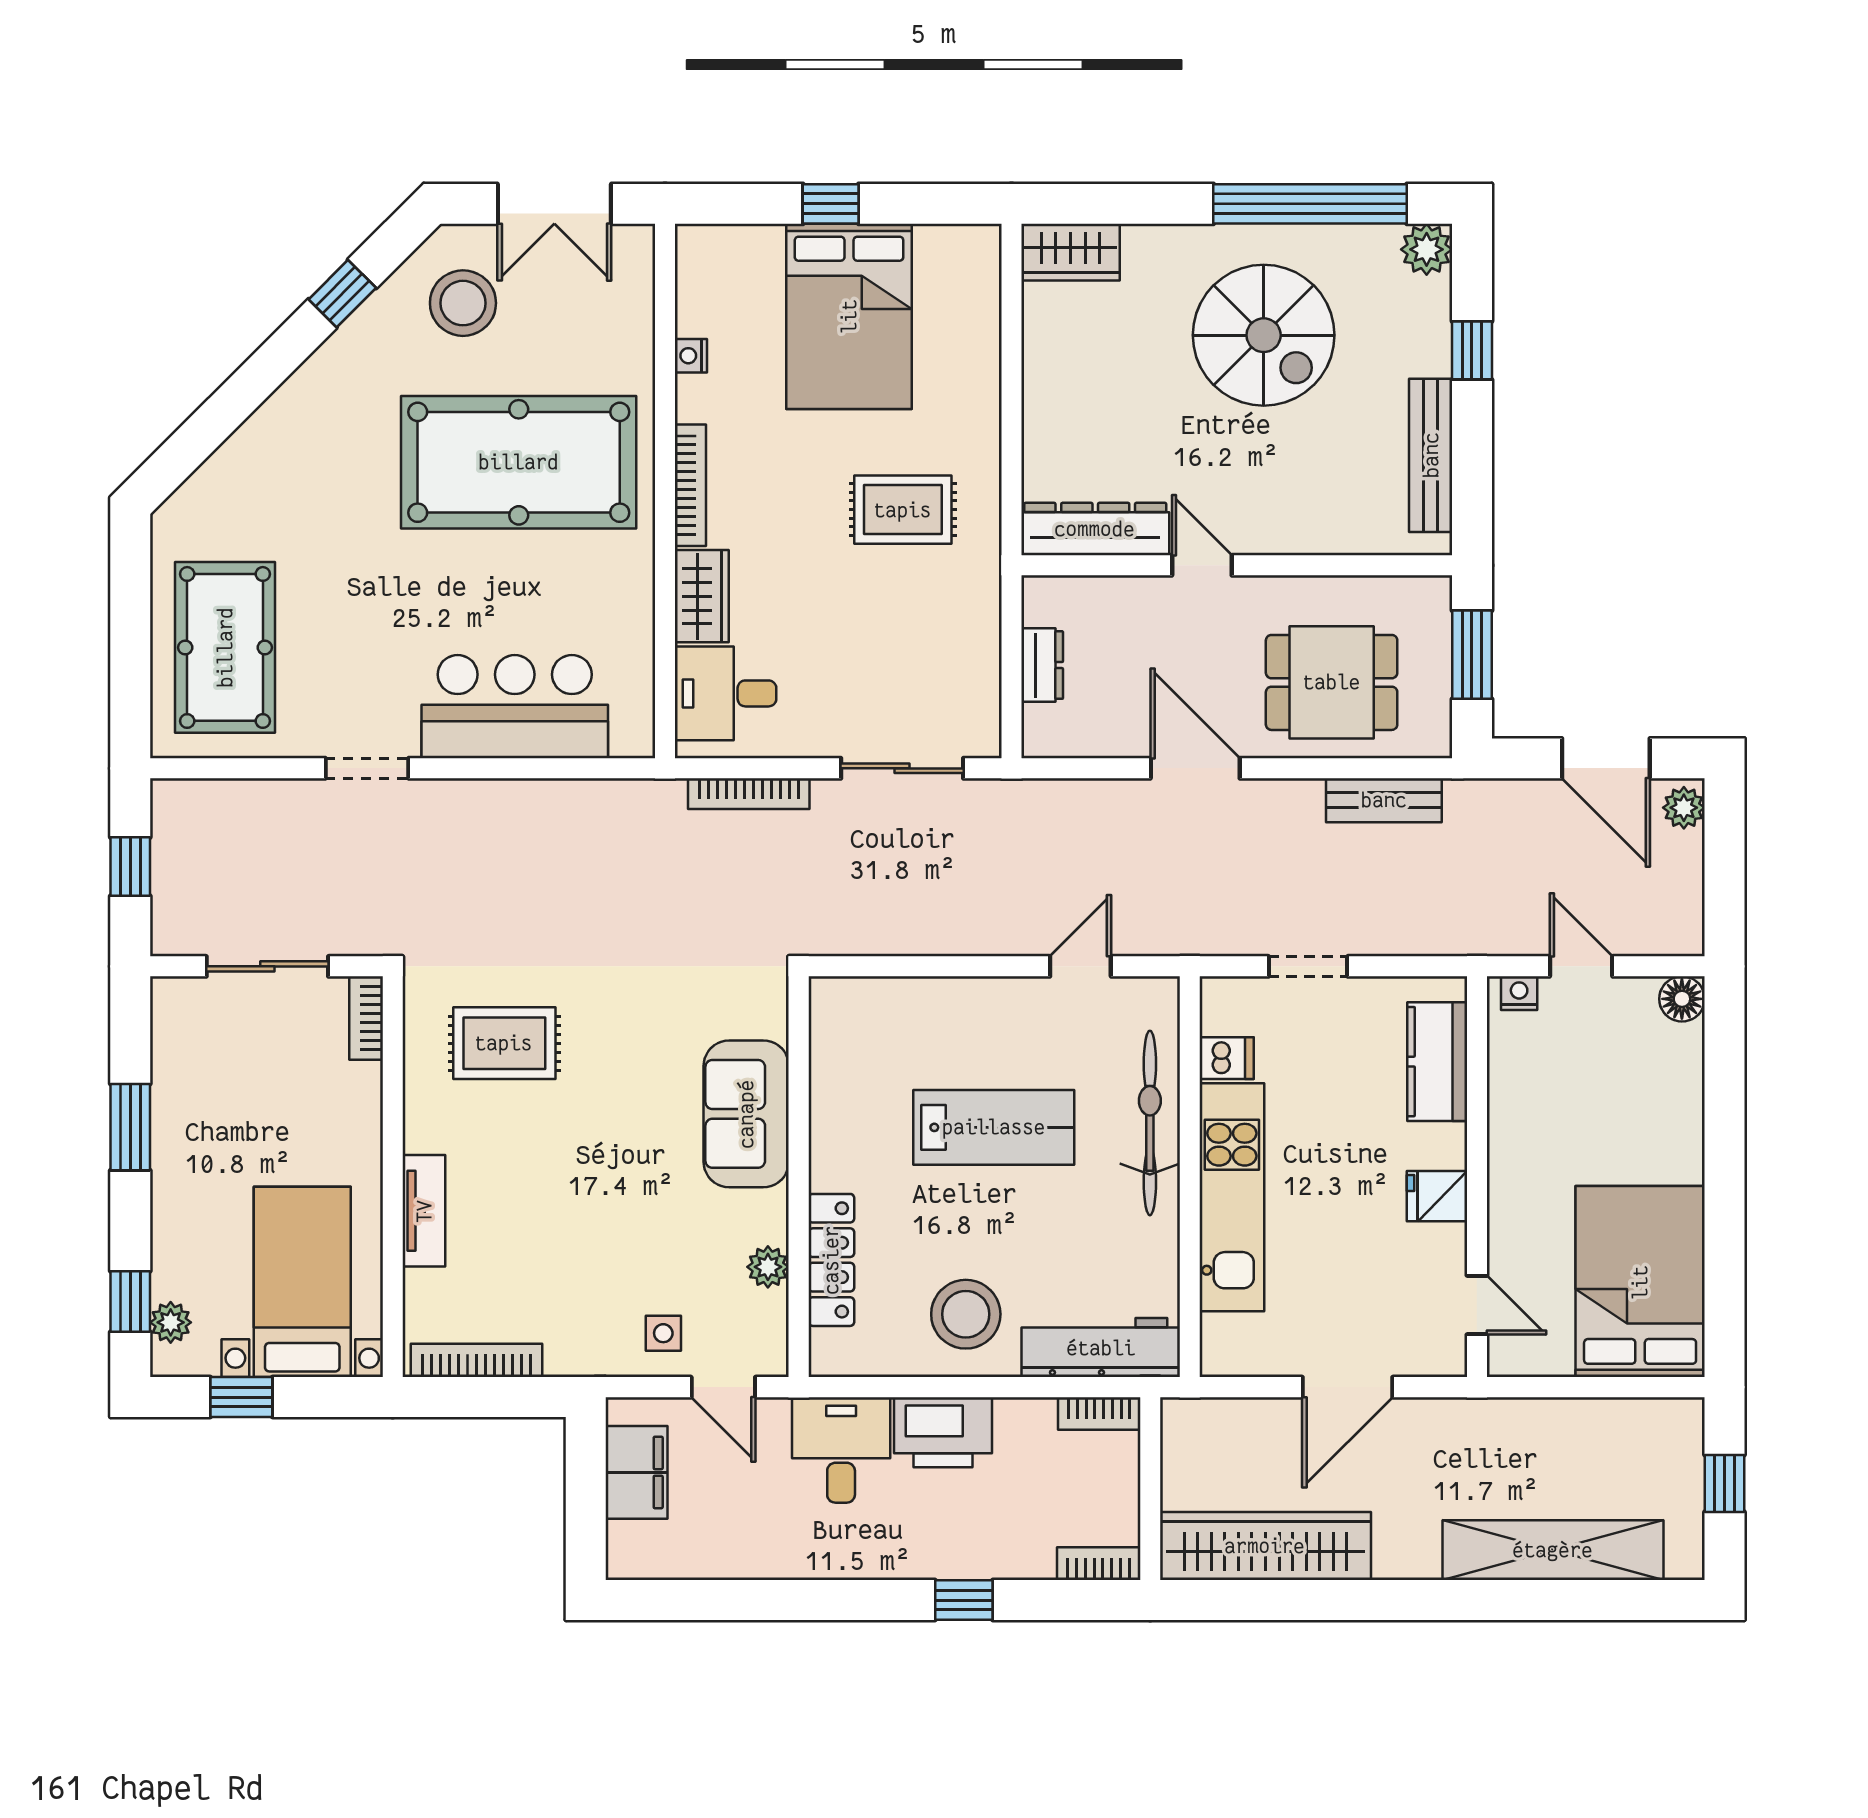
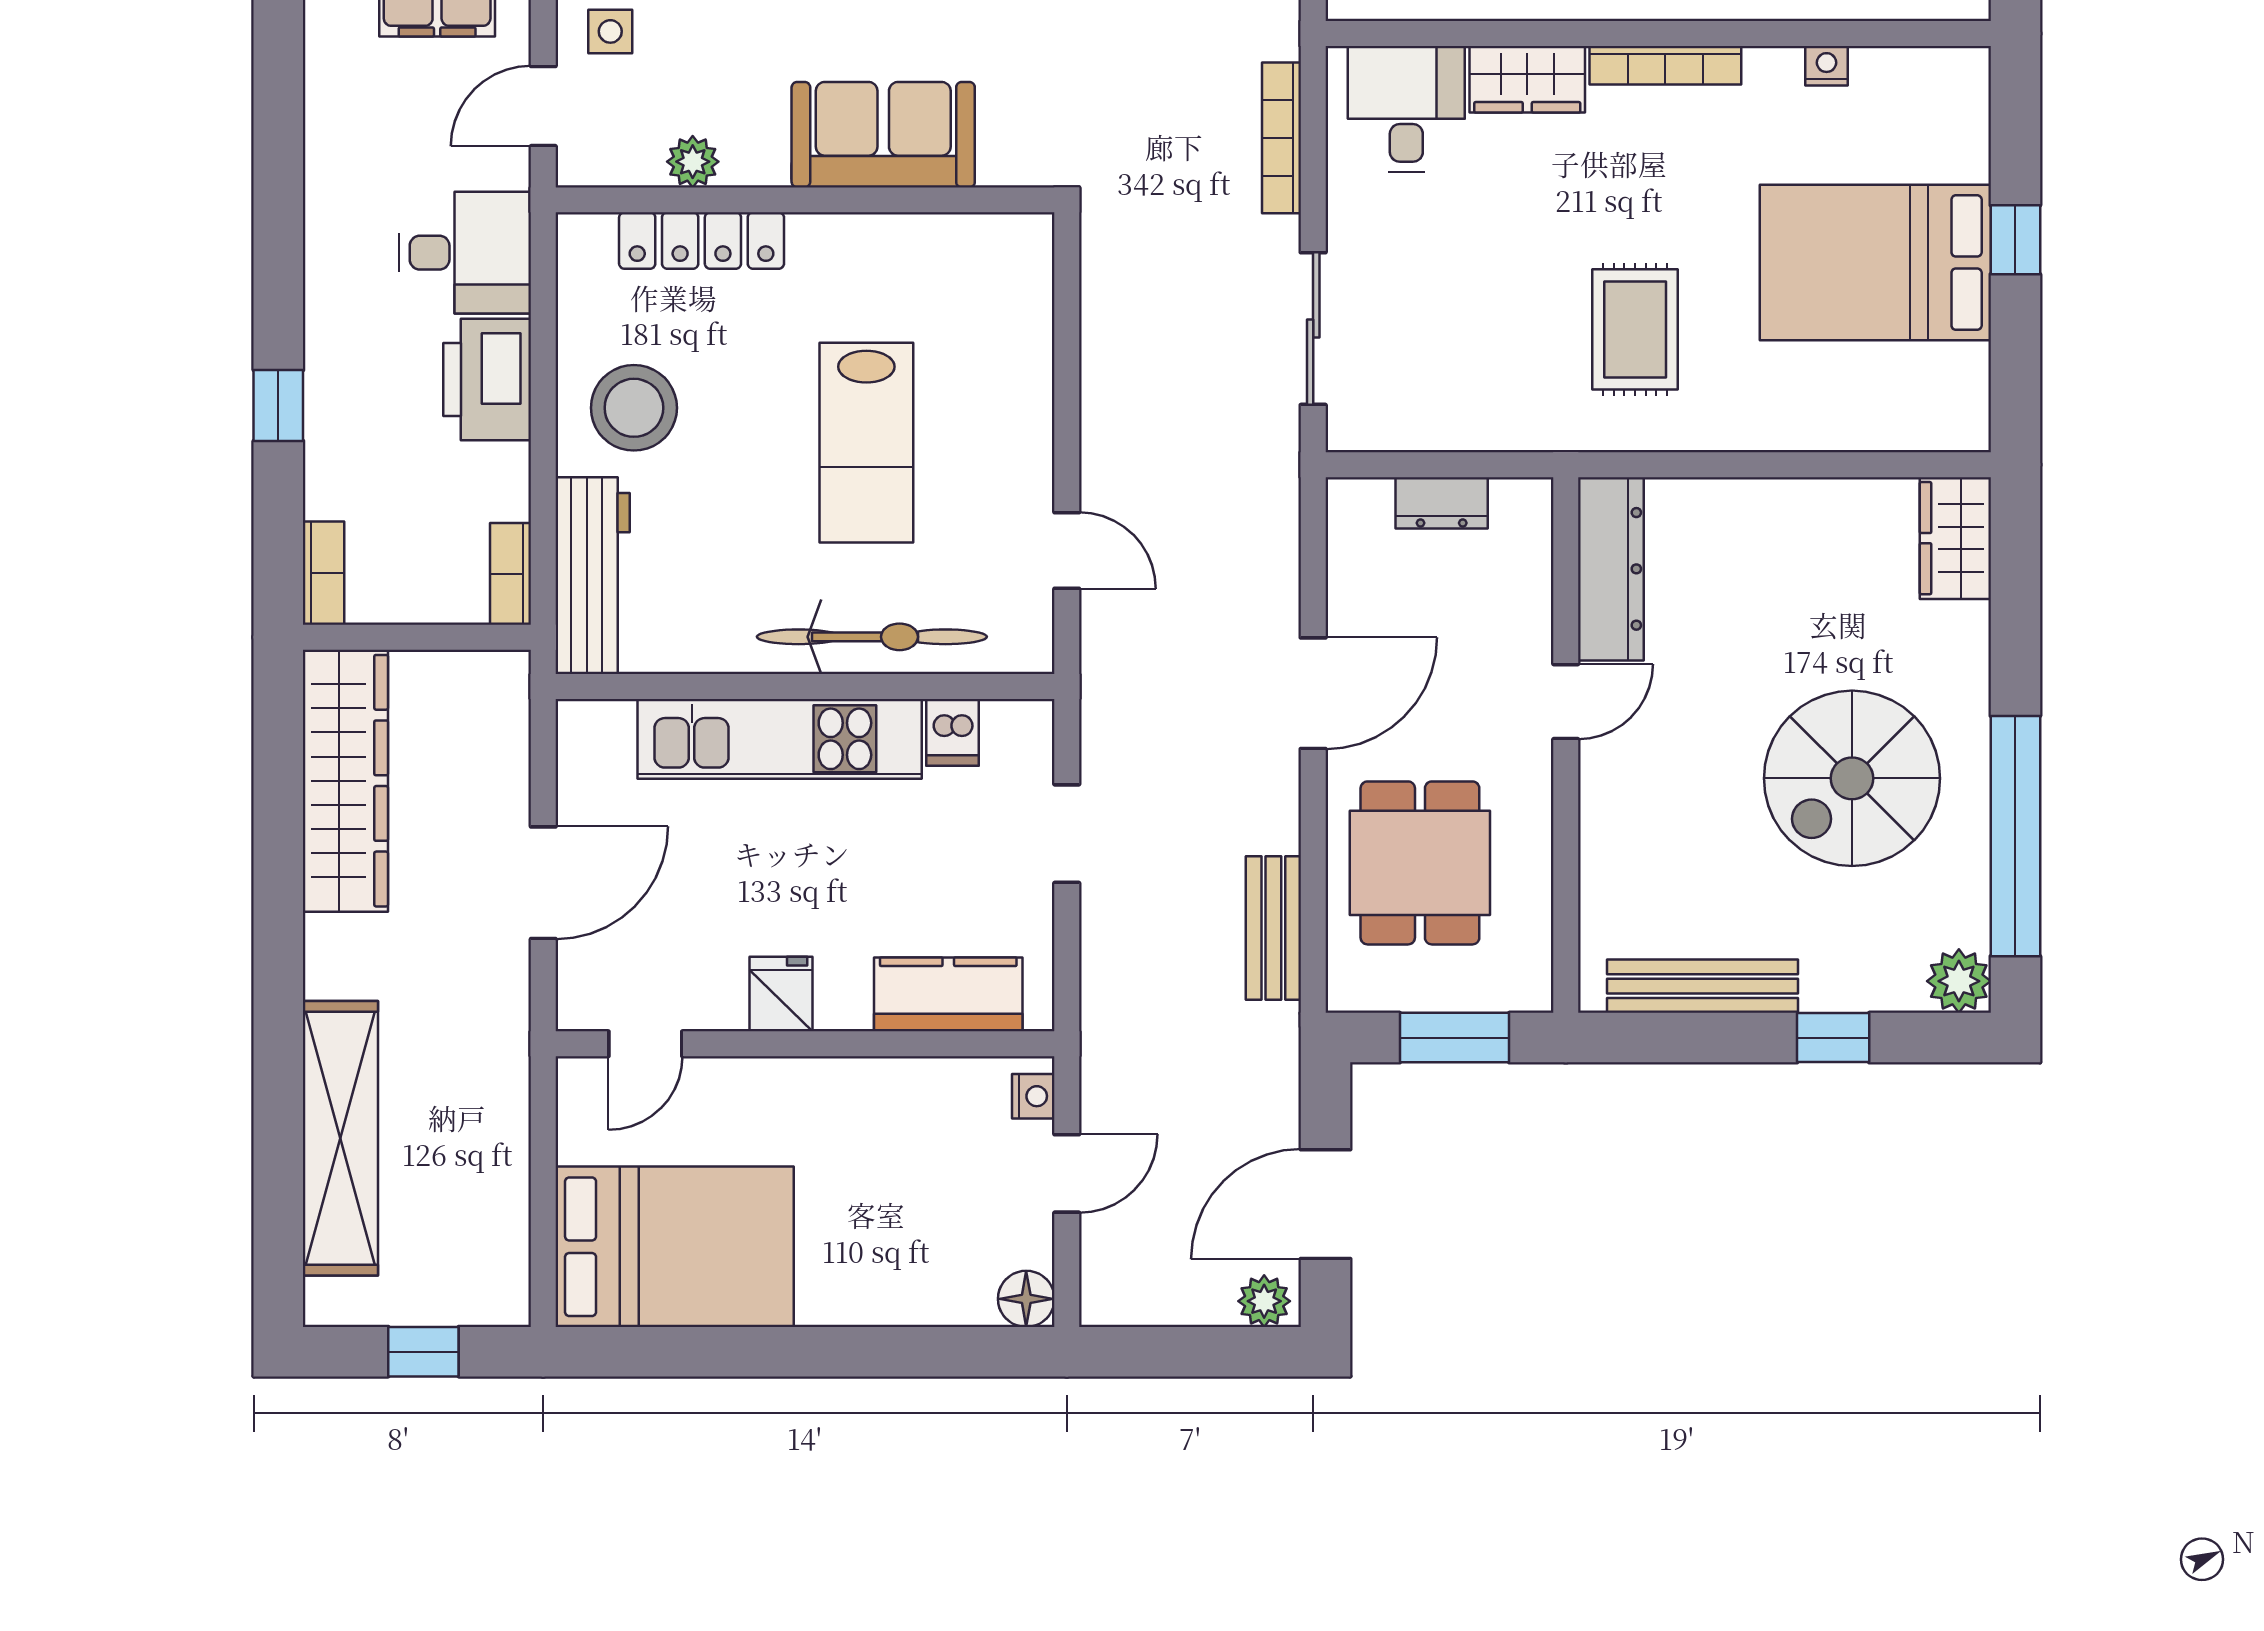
door: (1348, 1387) -> (543, 883), swing flipped

